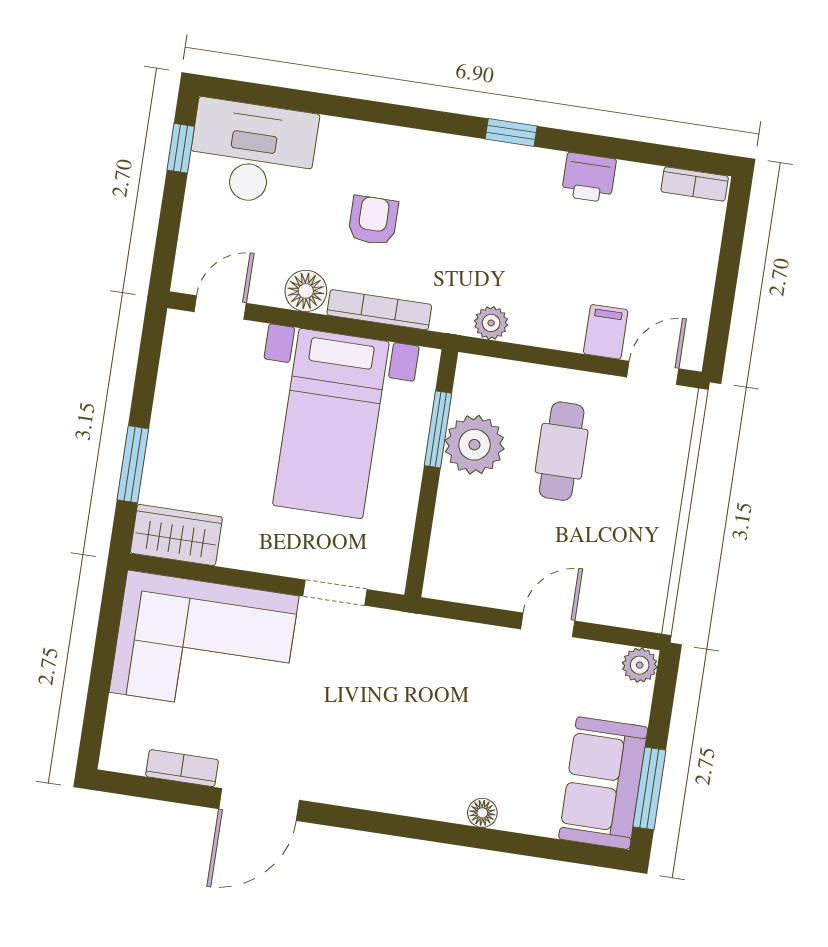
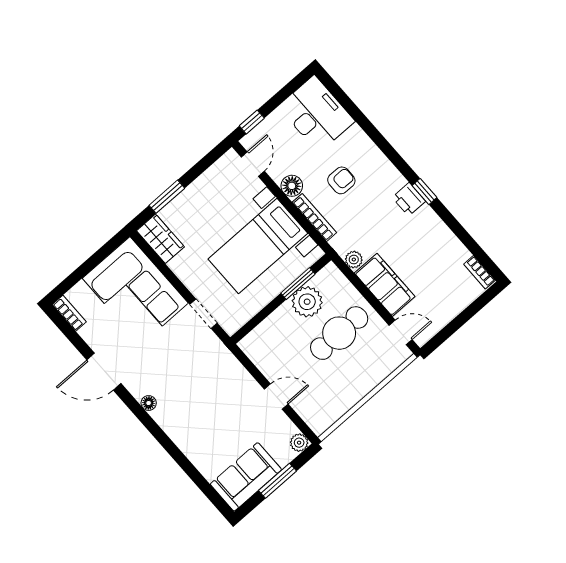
window: (181, 148) -> (252, 122), moved
printer: (589, 178) -> (409, 199), moved
door: (220, 308) -> (253, 164), hinge flipped
filing cabinet: (606, 332) -> (385, 285), width x3.00, depth x1.17
cafe table: (562, 451) -> (339, 333), width x1.37, depth x1.35
bookcase: (182, 768) -> (69, 313), moved
window: (649, 788) -> (278, 481), moved
floor lamp: (482, 813) -> (149, 403), moved

